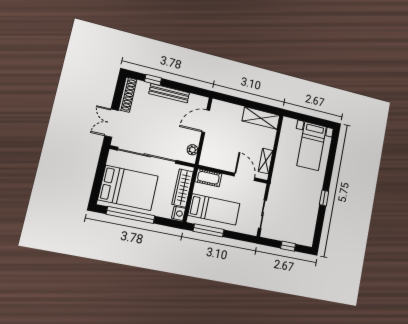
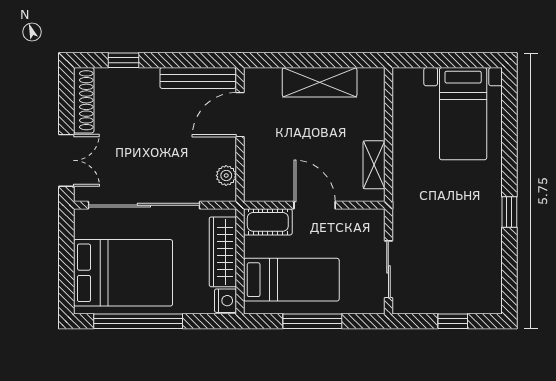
bench: (169, 93) -> (198, 78), moved
shelving: (261, 118) -> (320, 82), moved
double door: (111, 123) -> (66, 160), swing flipped
door: (245, 177) -> (315, 205), moved
window: (209, 230) -> (312, 321), moved

